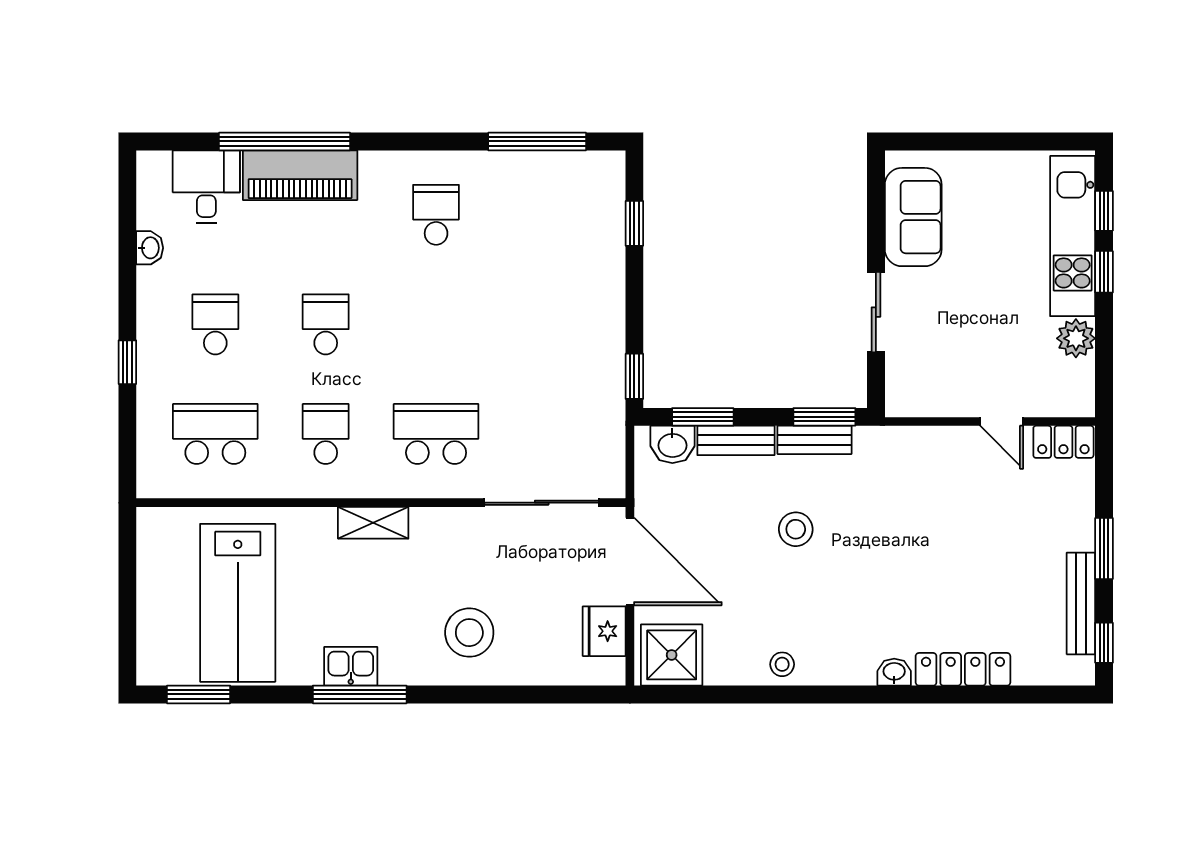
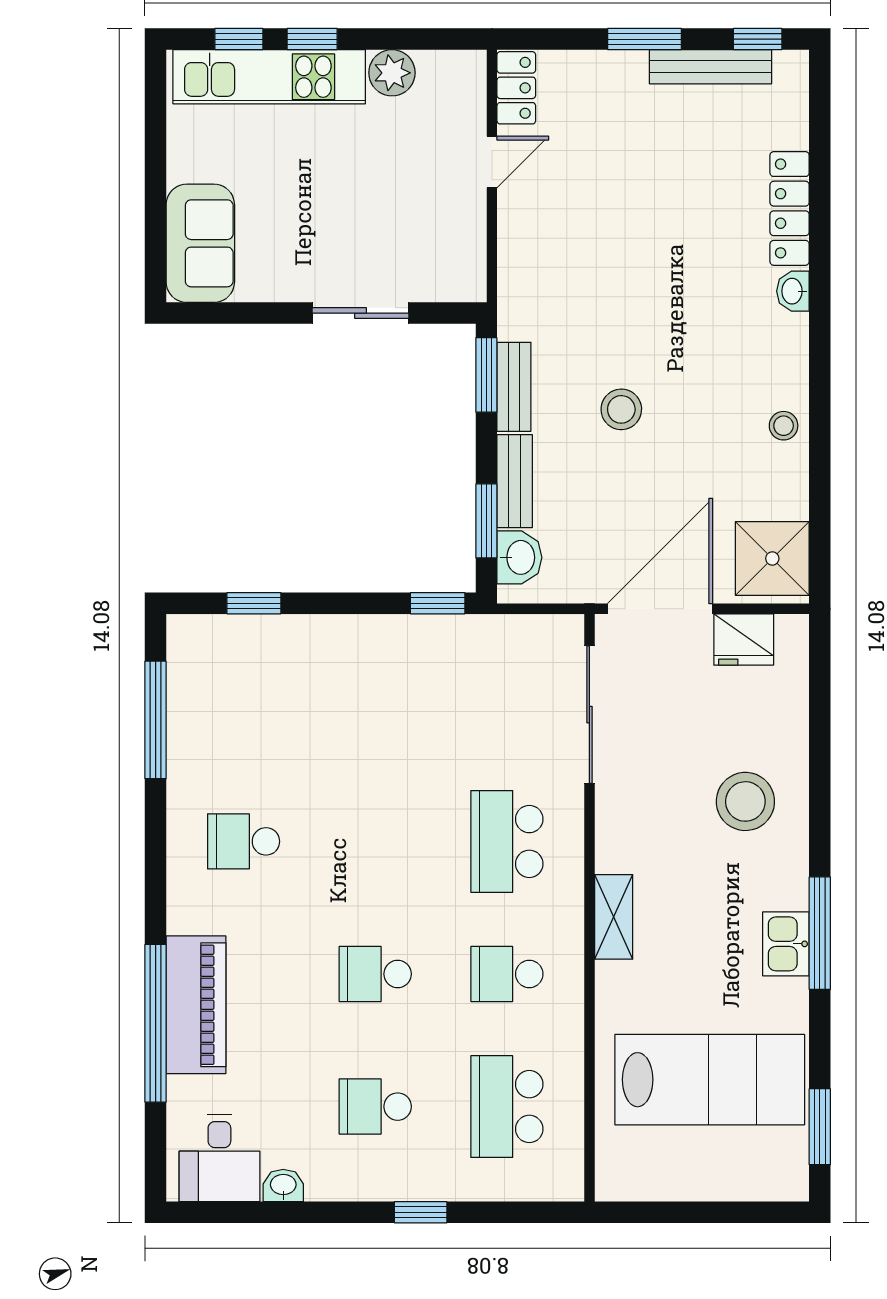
desk: (206, 187) -> (219, 1158), moved, turned -90
sofa: (913, 217) -> (200, 243), moved, turned 90

